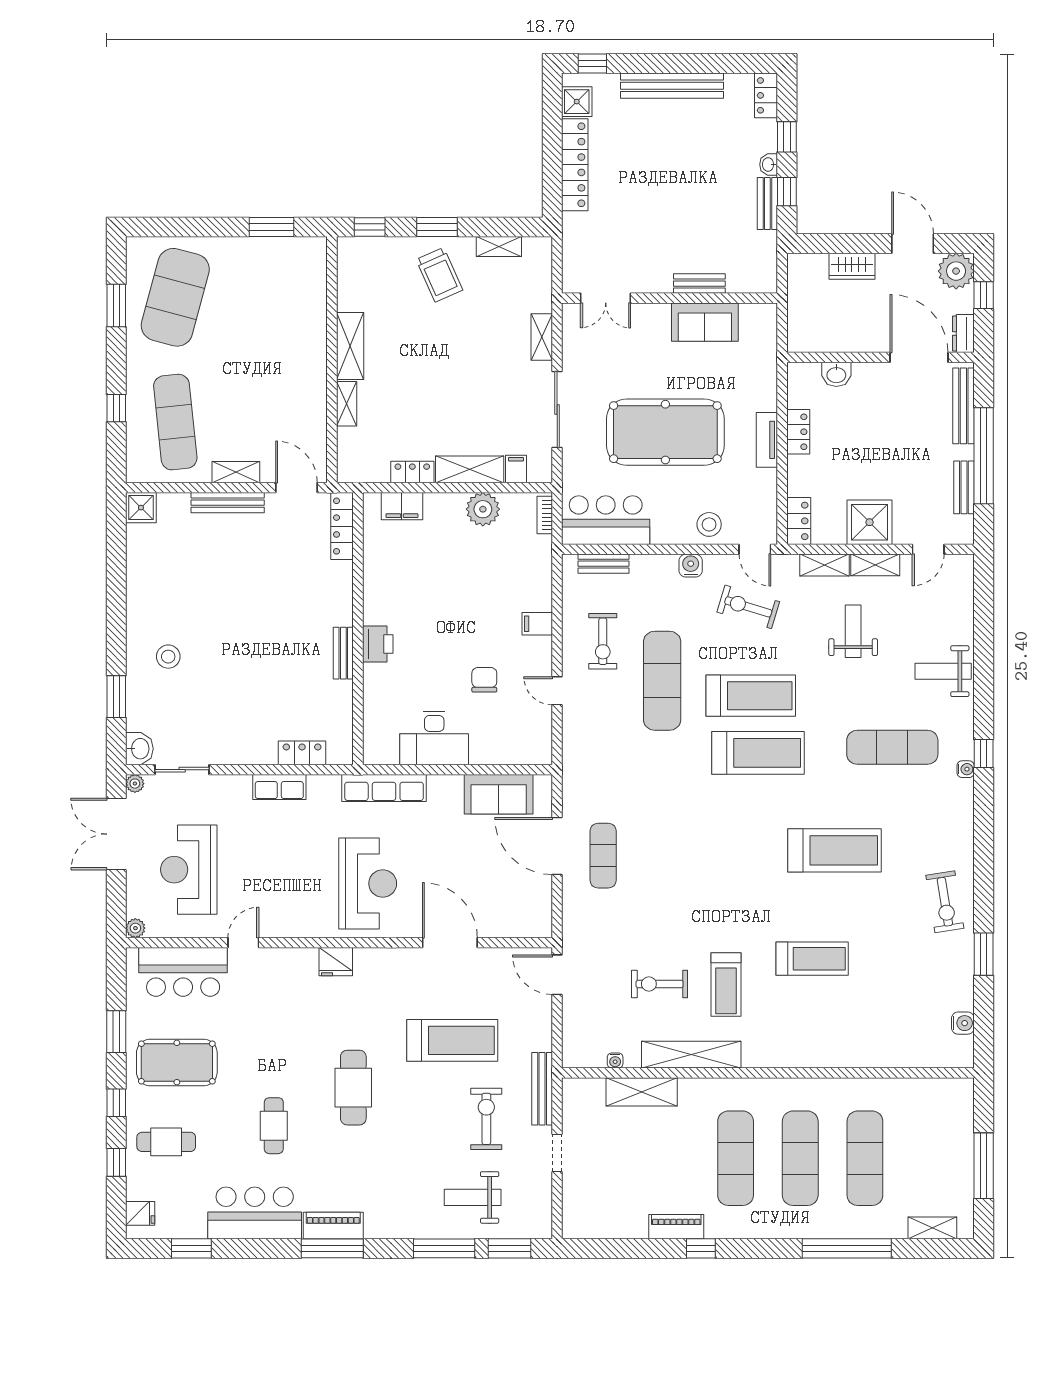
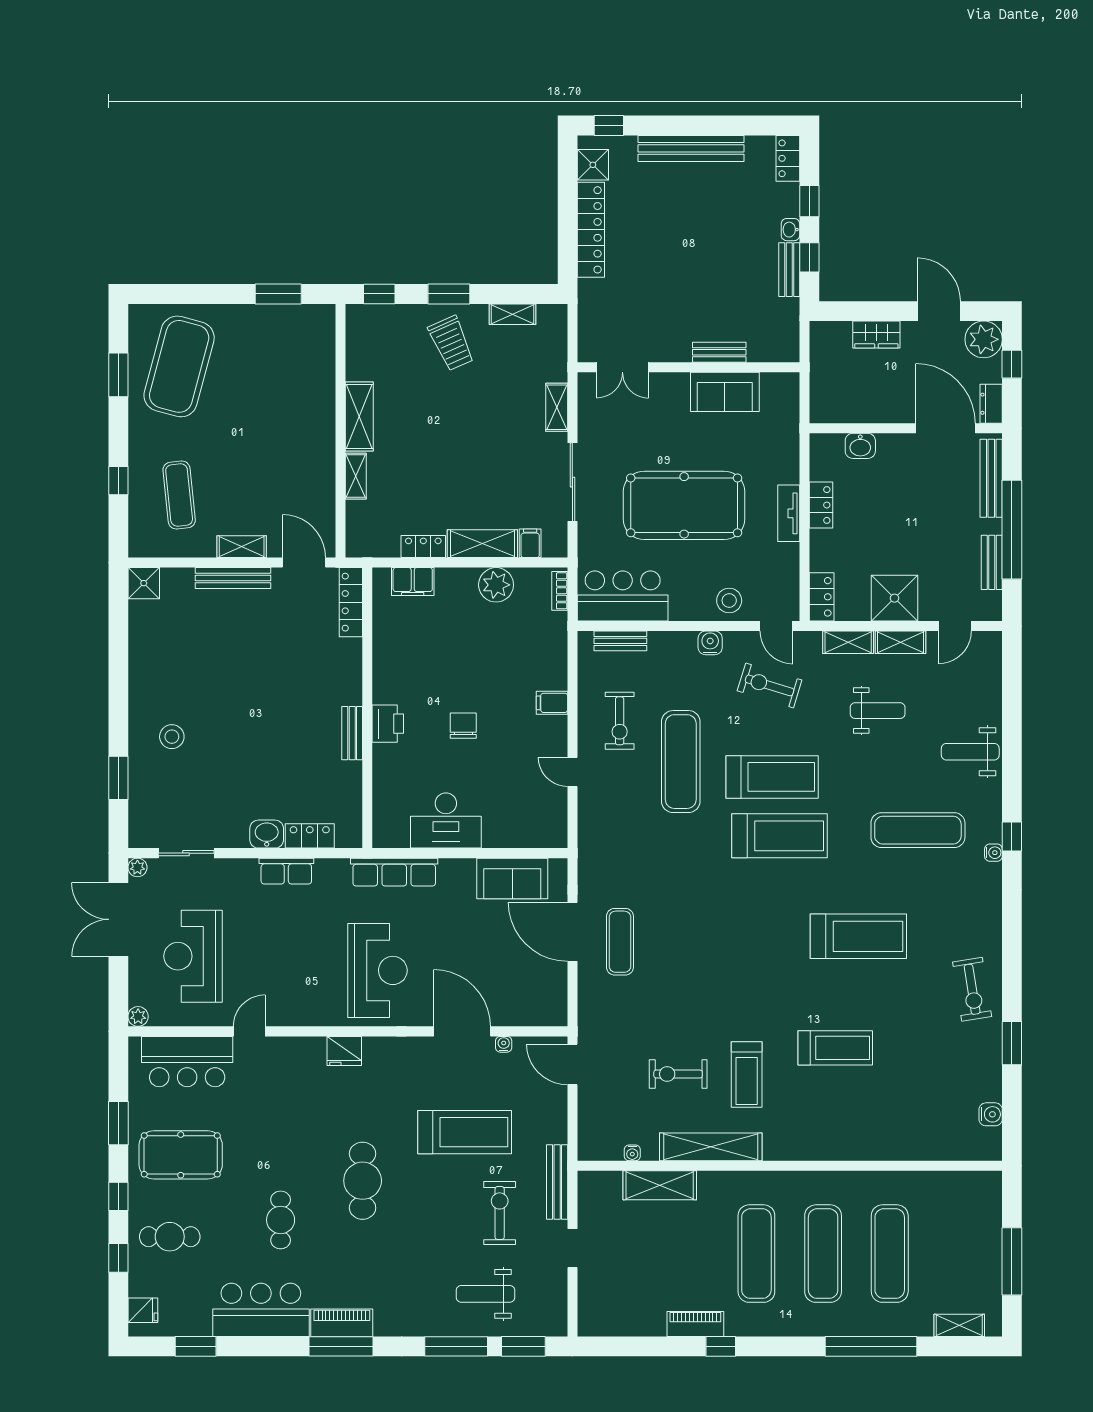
exercise mat: (175, 422) -> (179, 495), width x0.73, depth x0.69
weight bench: (853, 631) -> (878, 711), turned 90
chair: (484, 680) -> (463, 726), moved
washbasin: (139, 749) -> (267, 834), moved, turned -90
water cooler: (490, 955) -> (504, 1044), added

